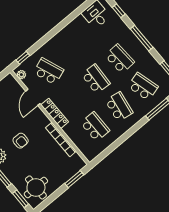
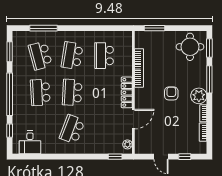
window: (142, 38) -> (10, 94), width x1.46
school desk: (49, 71) -> (72, 129), moved, turned 42

